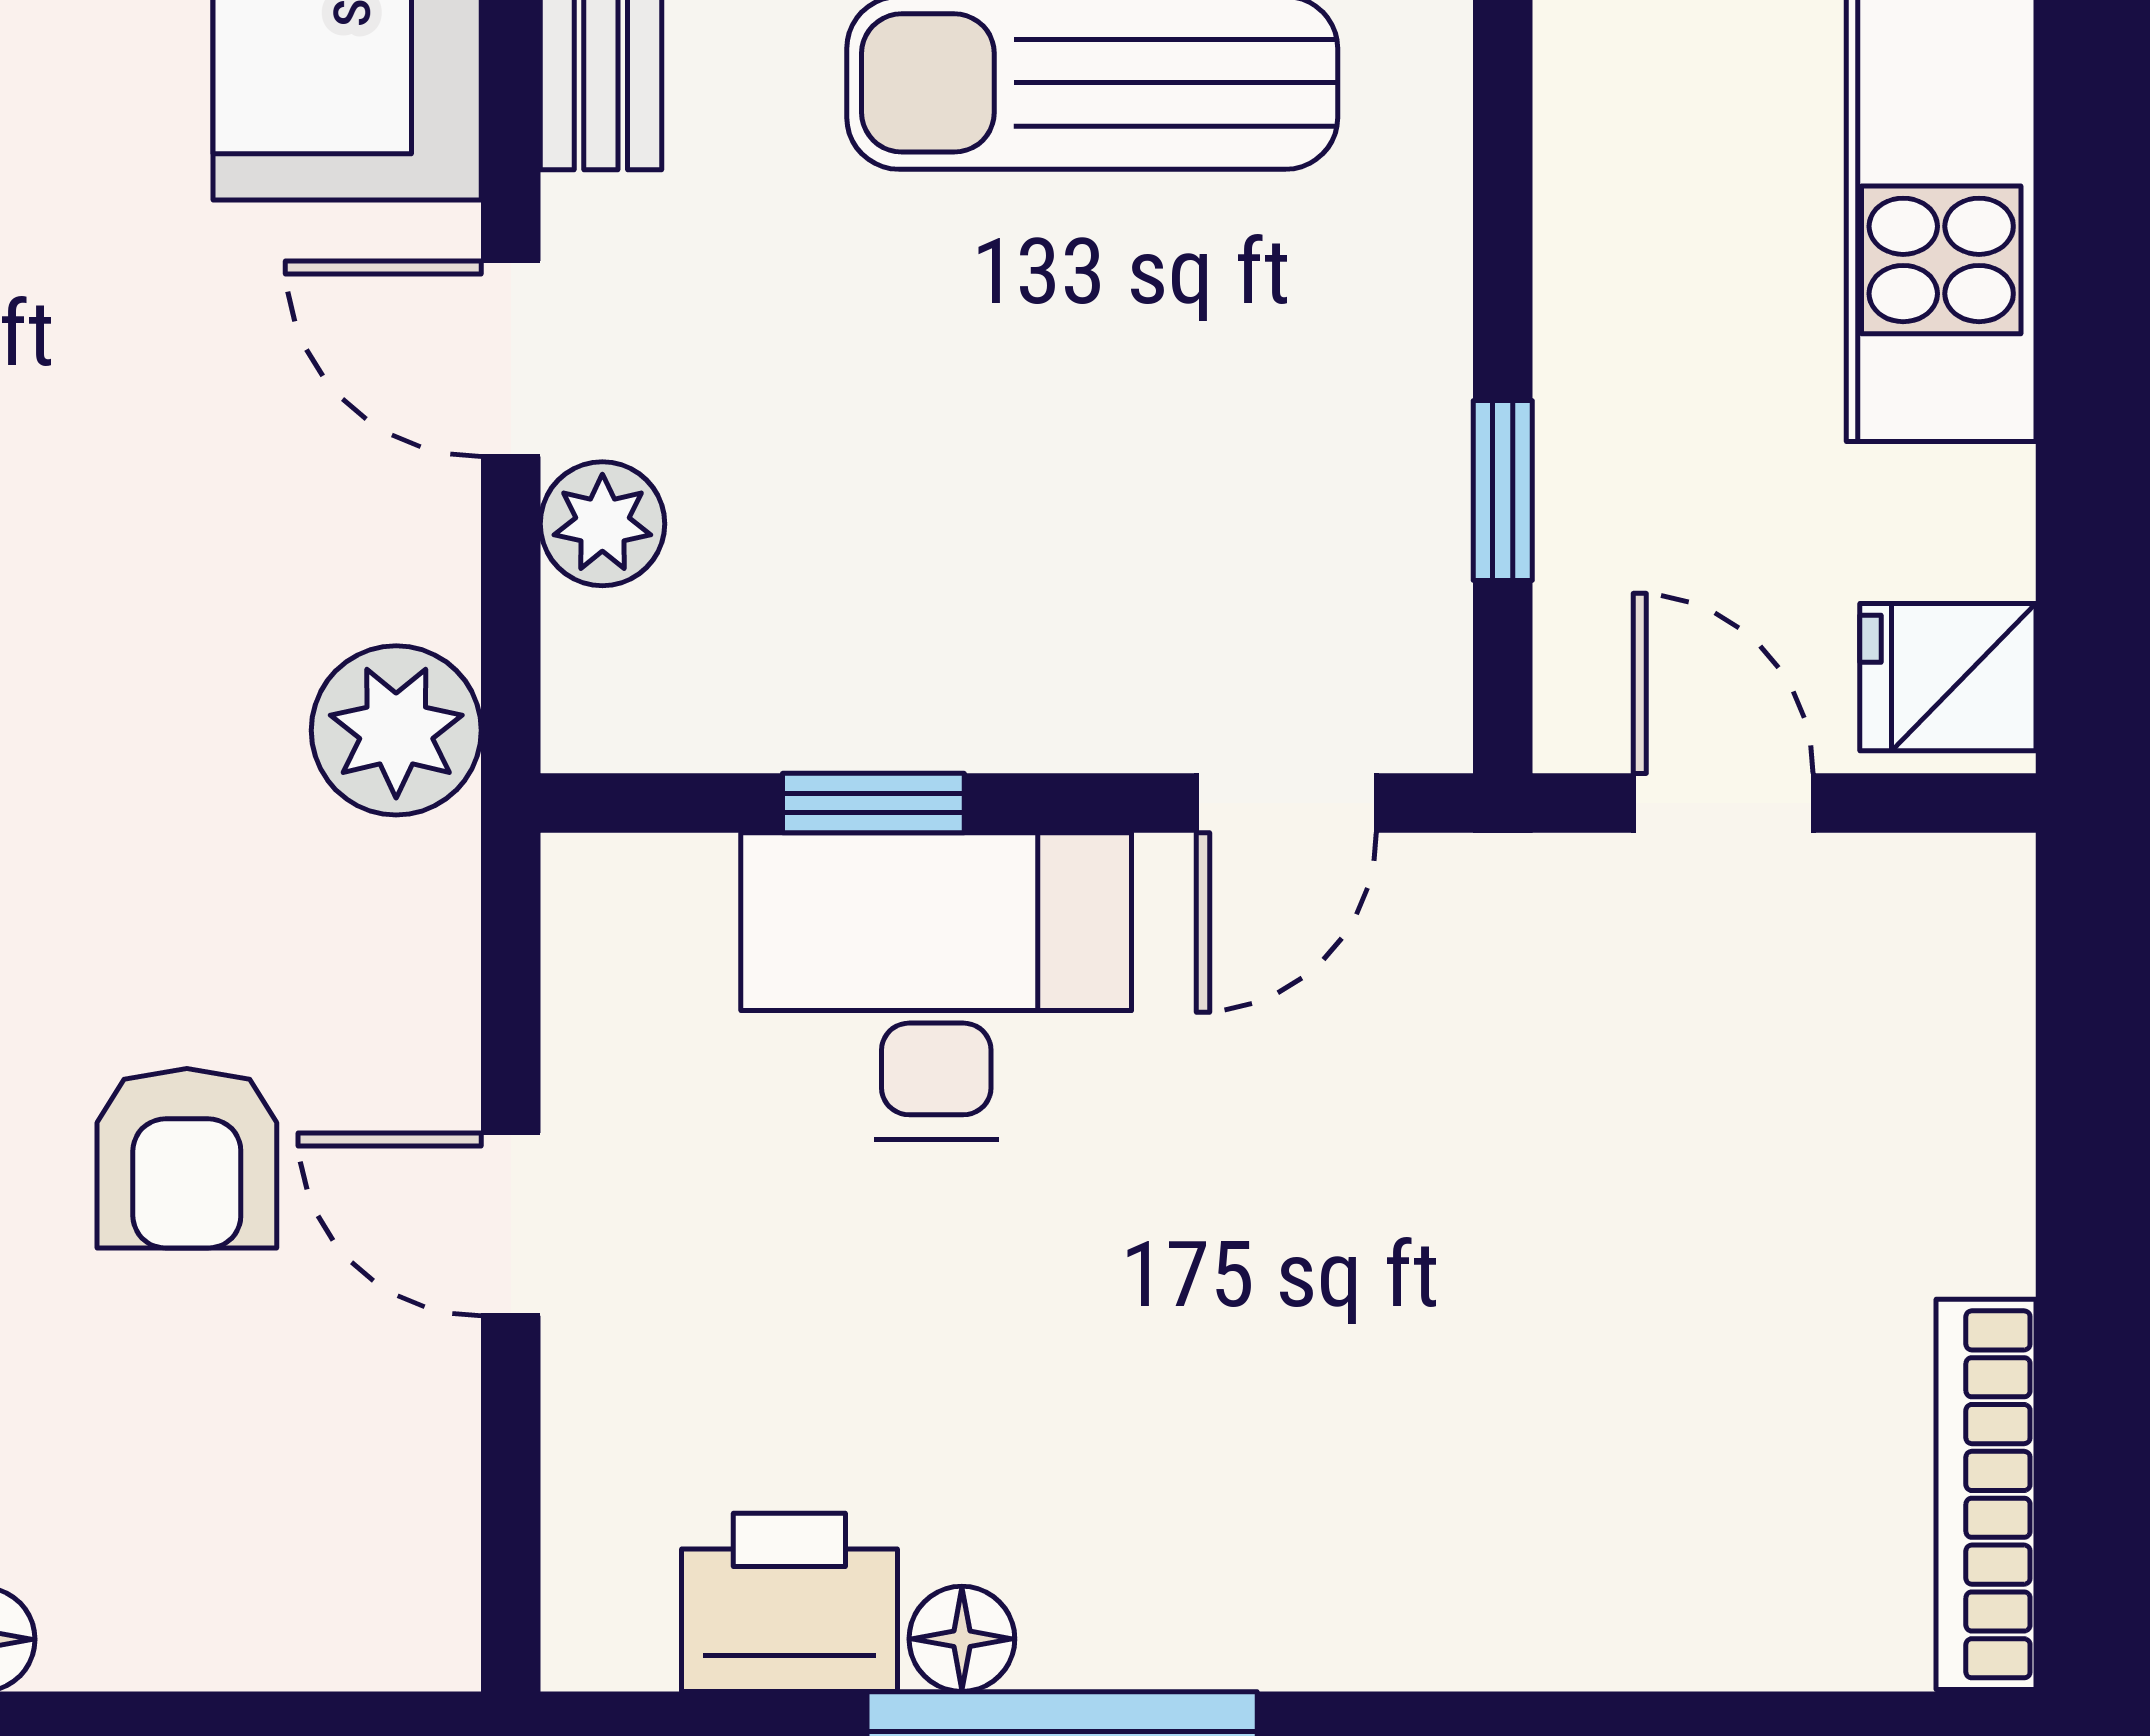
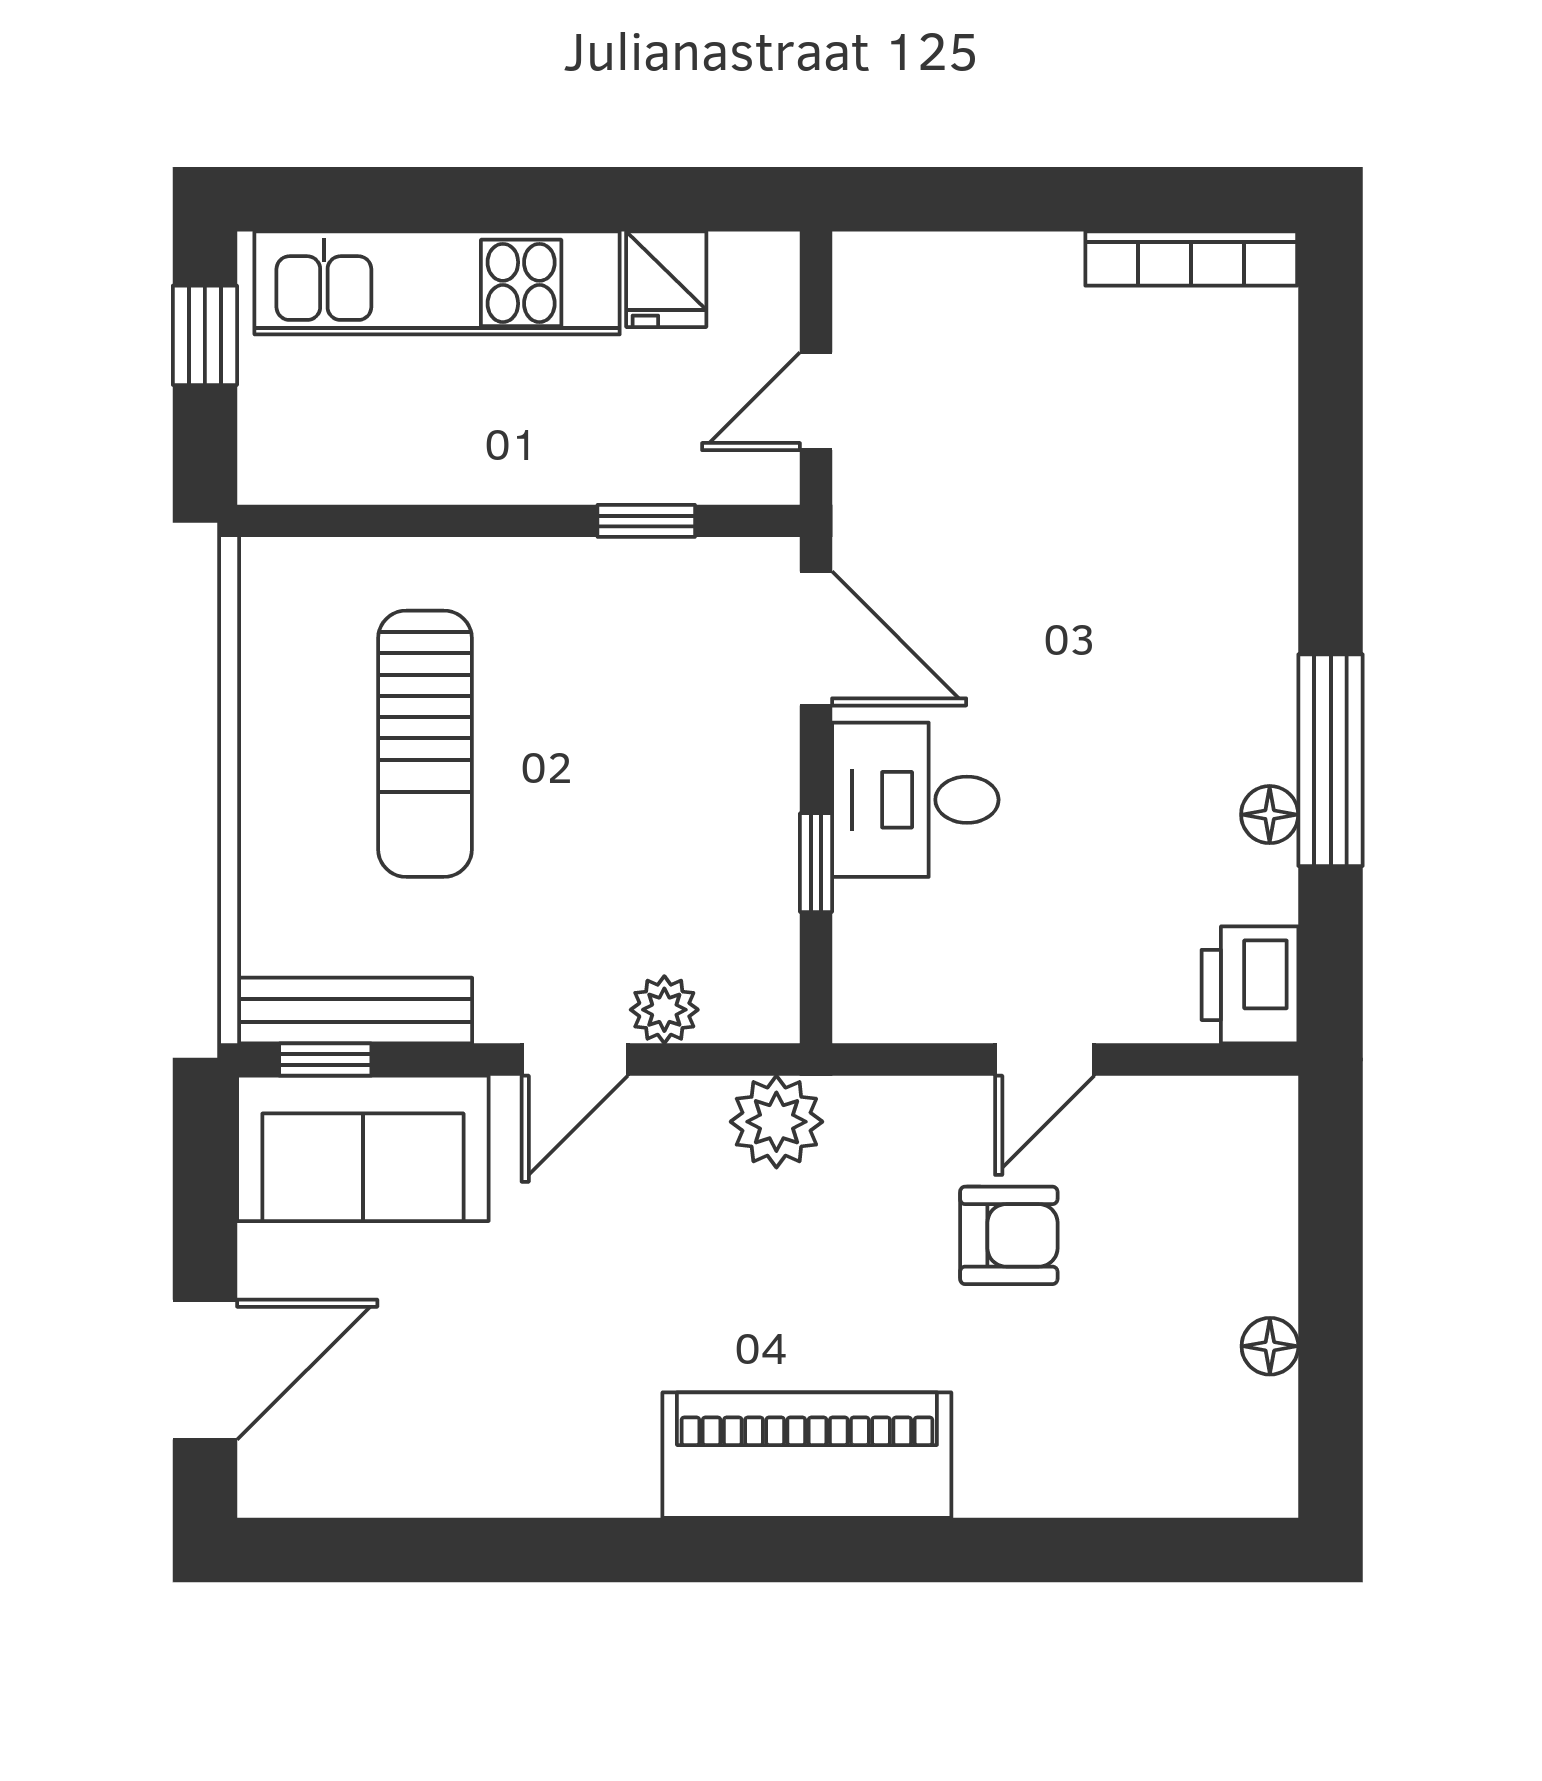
fridge: (1948, 677) -> (666, 279), moved
door: (1286, 803) -> (816, 638), width x1.37
desk: (936, 986) -> (915, 800), width x0.73
printer: (789, 1602) -> (1250, 985), moved

